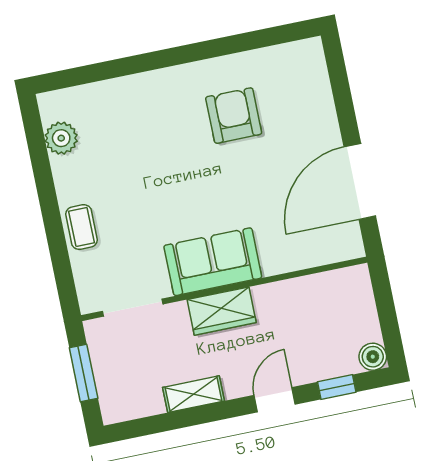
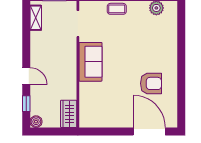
door: (360, 181) -> (149, 131), moved
wardrobe: (222, 311) -> (69, 114), moved
shelving: (193, 394) -> (36, 18), moved

